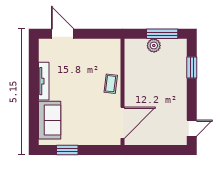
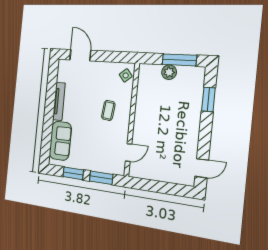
side table: (112, 51) -> (126, 75), added
coffee table: (111, 84) -> (108, 110), moved
door: (122, 123) -> (129, 153), width x0.53
window: (97, 150) -> (101, 178), added

